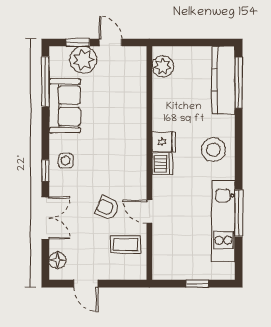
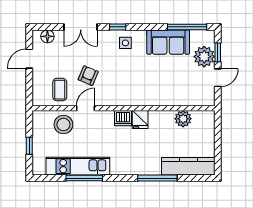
plant: (163, 66) -> (183, 119), moved
window: (239, 83) -> (157, 178), moved
stool: (213, 150) -> (63, 124), moved

